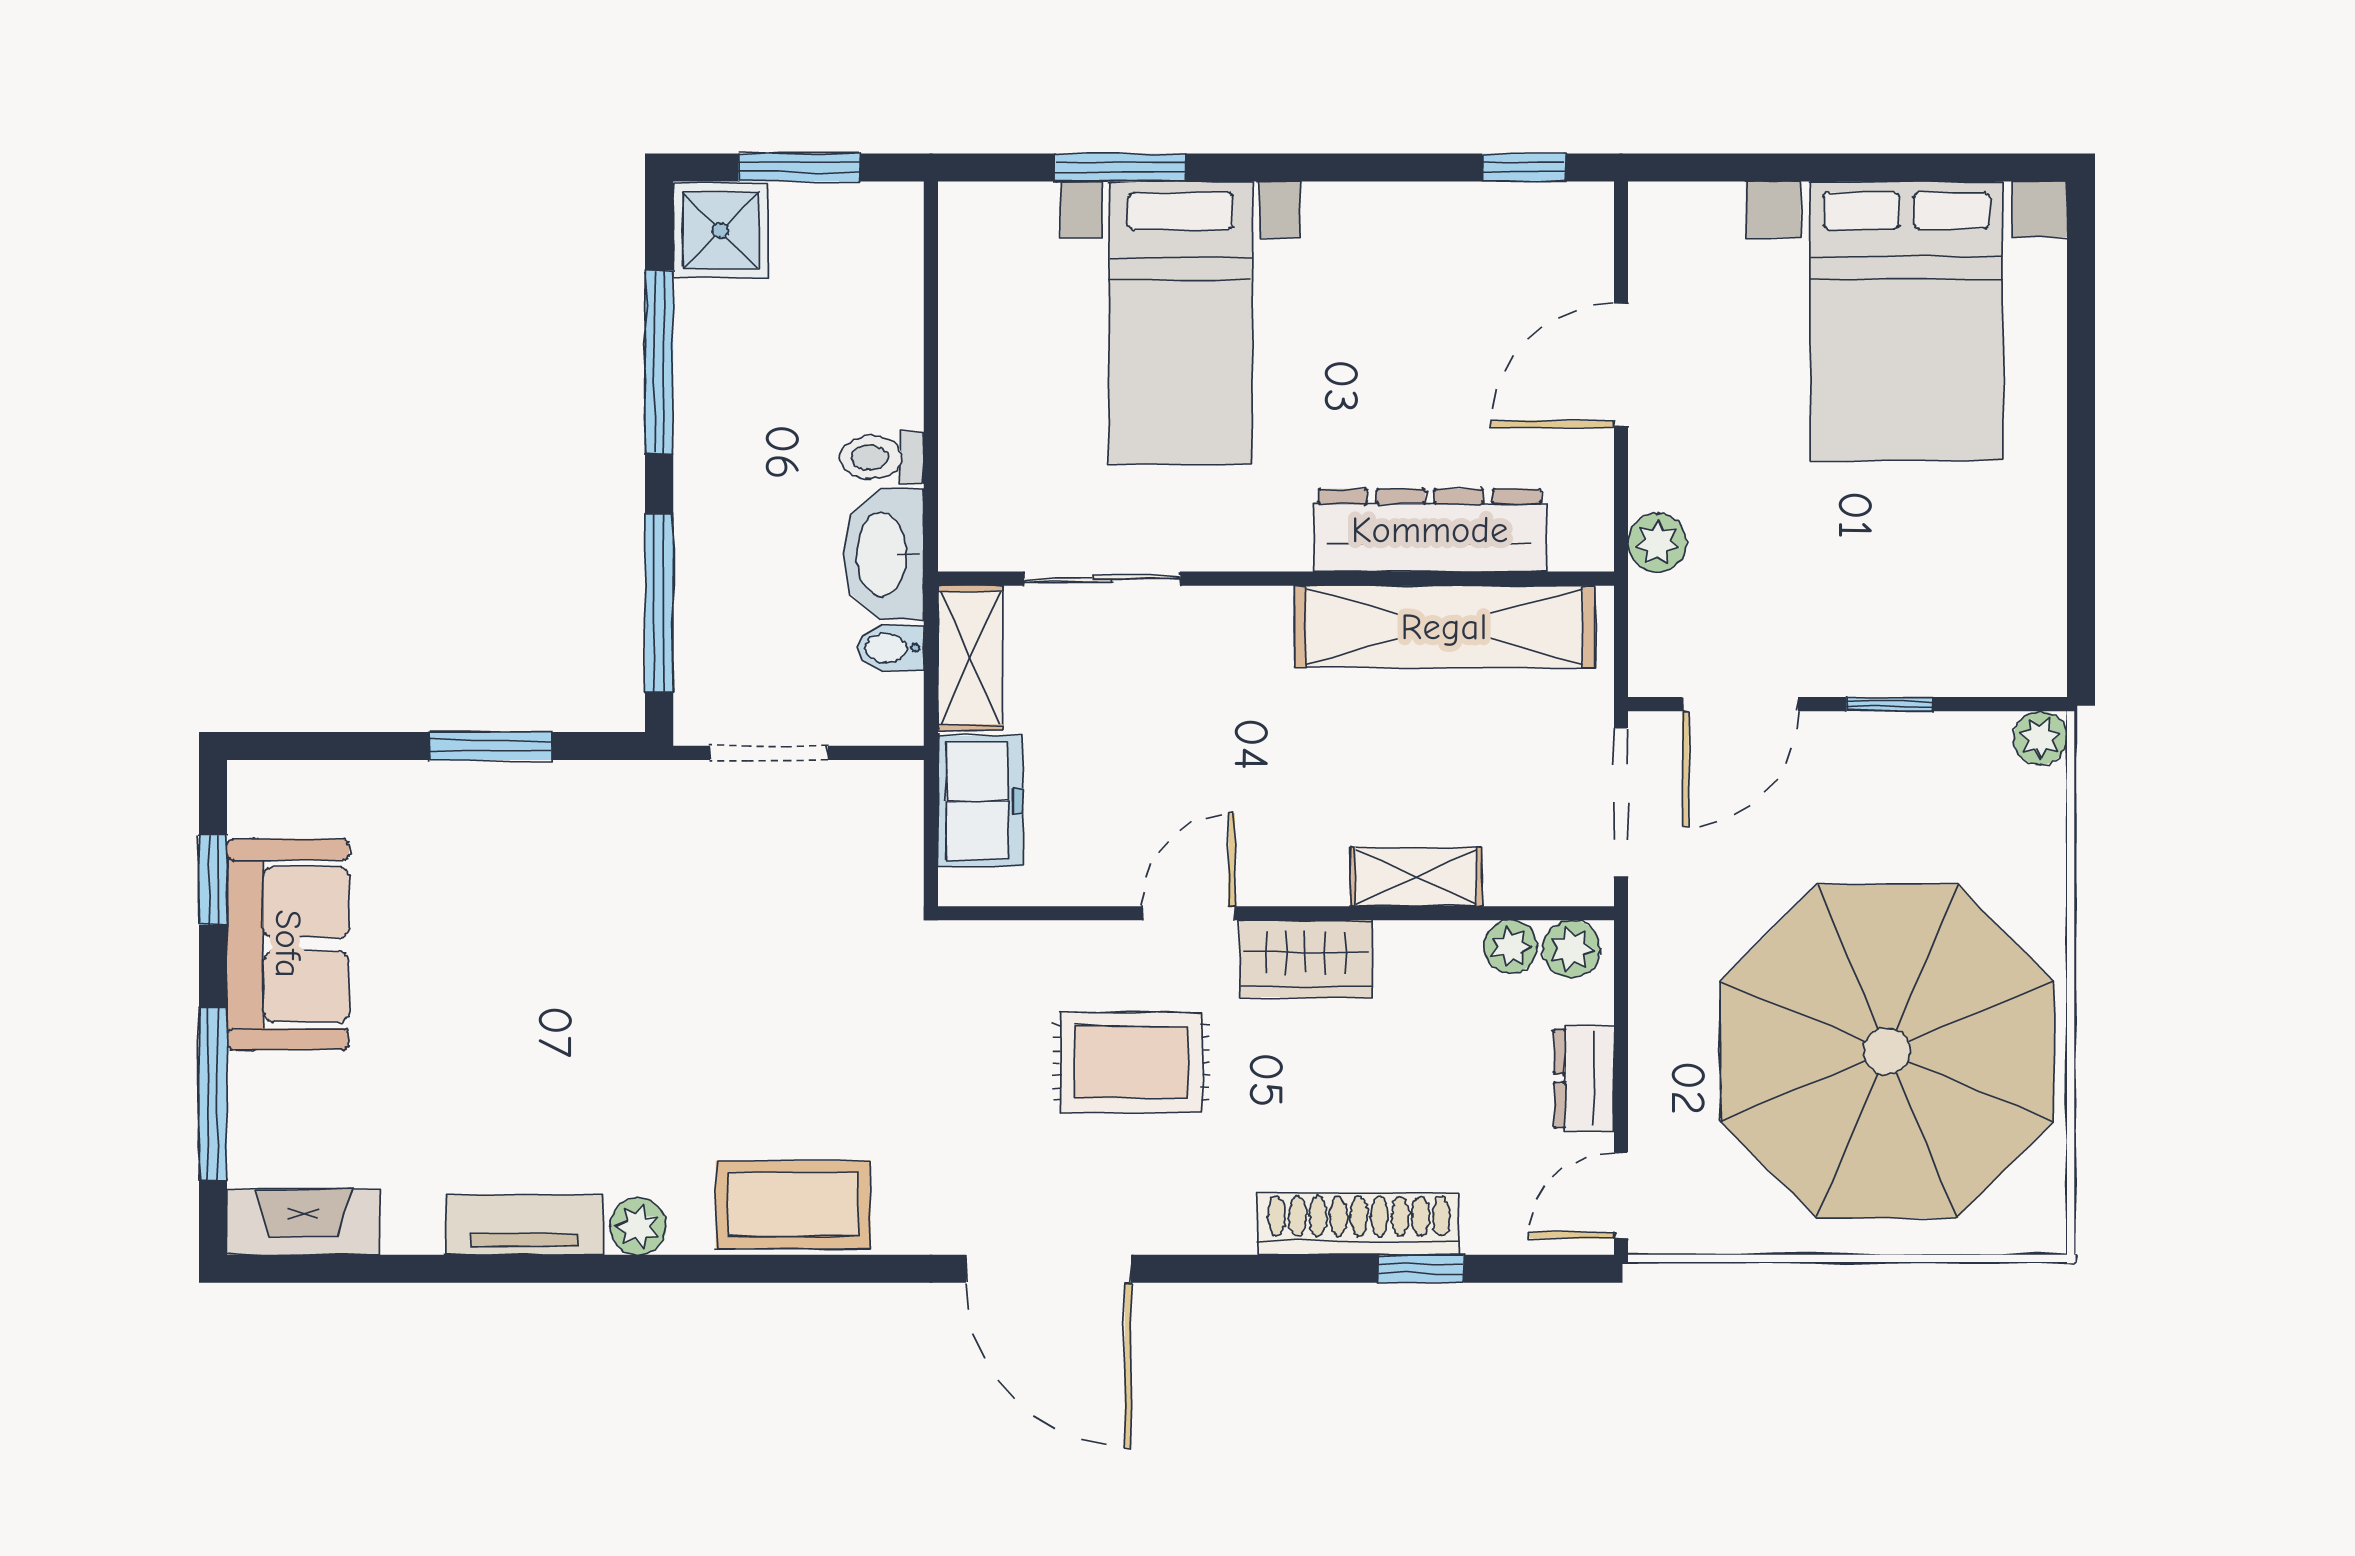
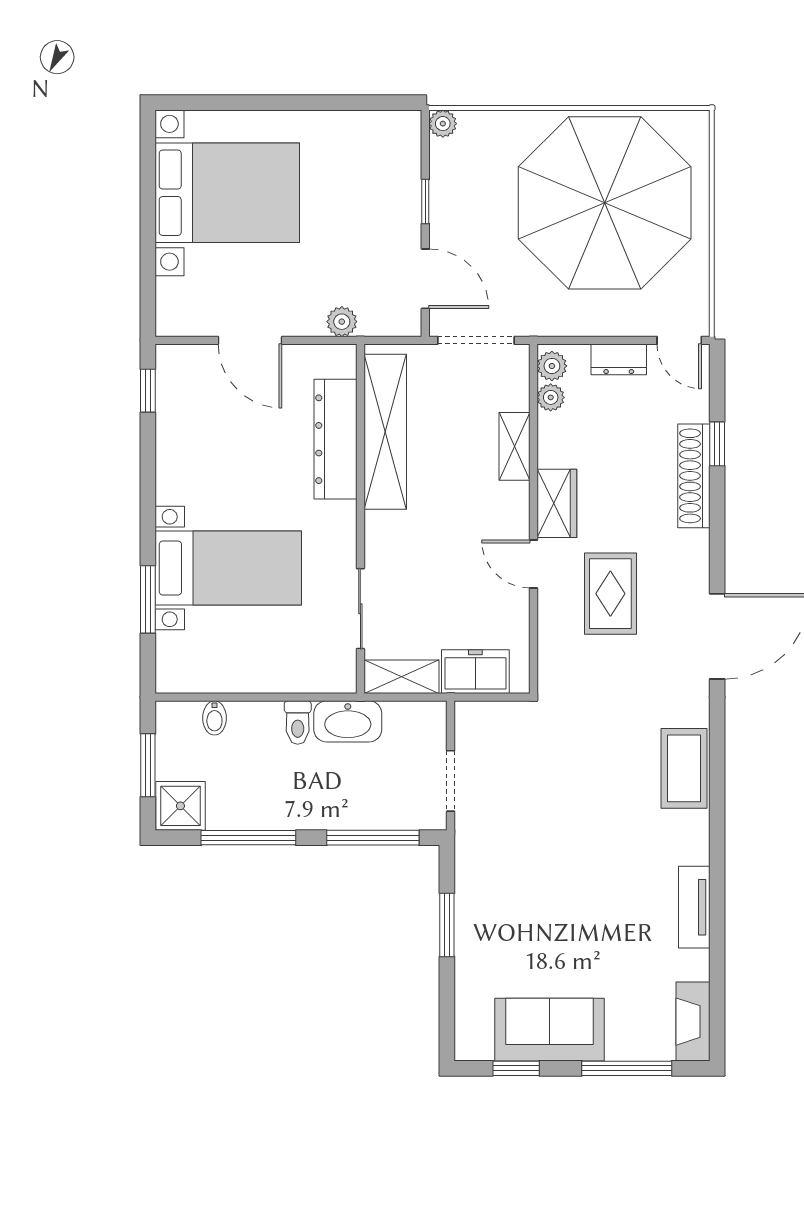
bidet: (891, 648) -> (214, 718), moved
plant: (638, 1226) -> (695, 849), removed

